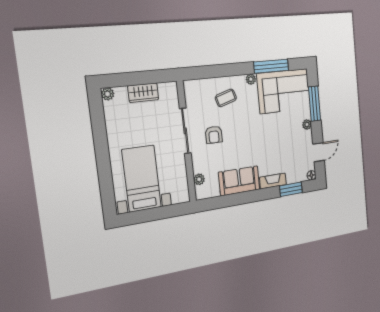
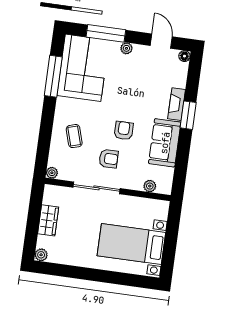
plant: (251, 79) -> (52, 173), moved
armchair: (241, 141) -> (124, 131), added
window: (291, 189) -> (188, 115), moved

